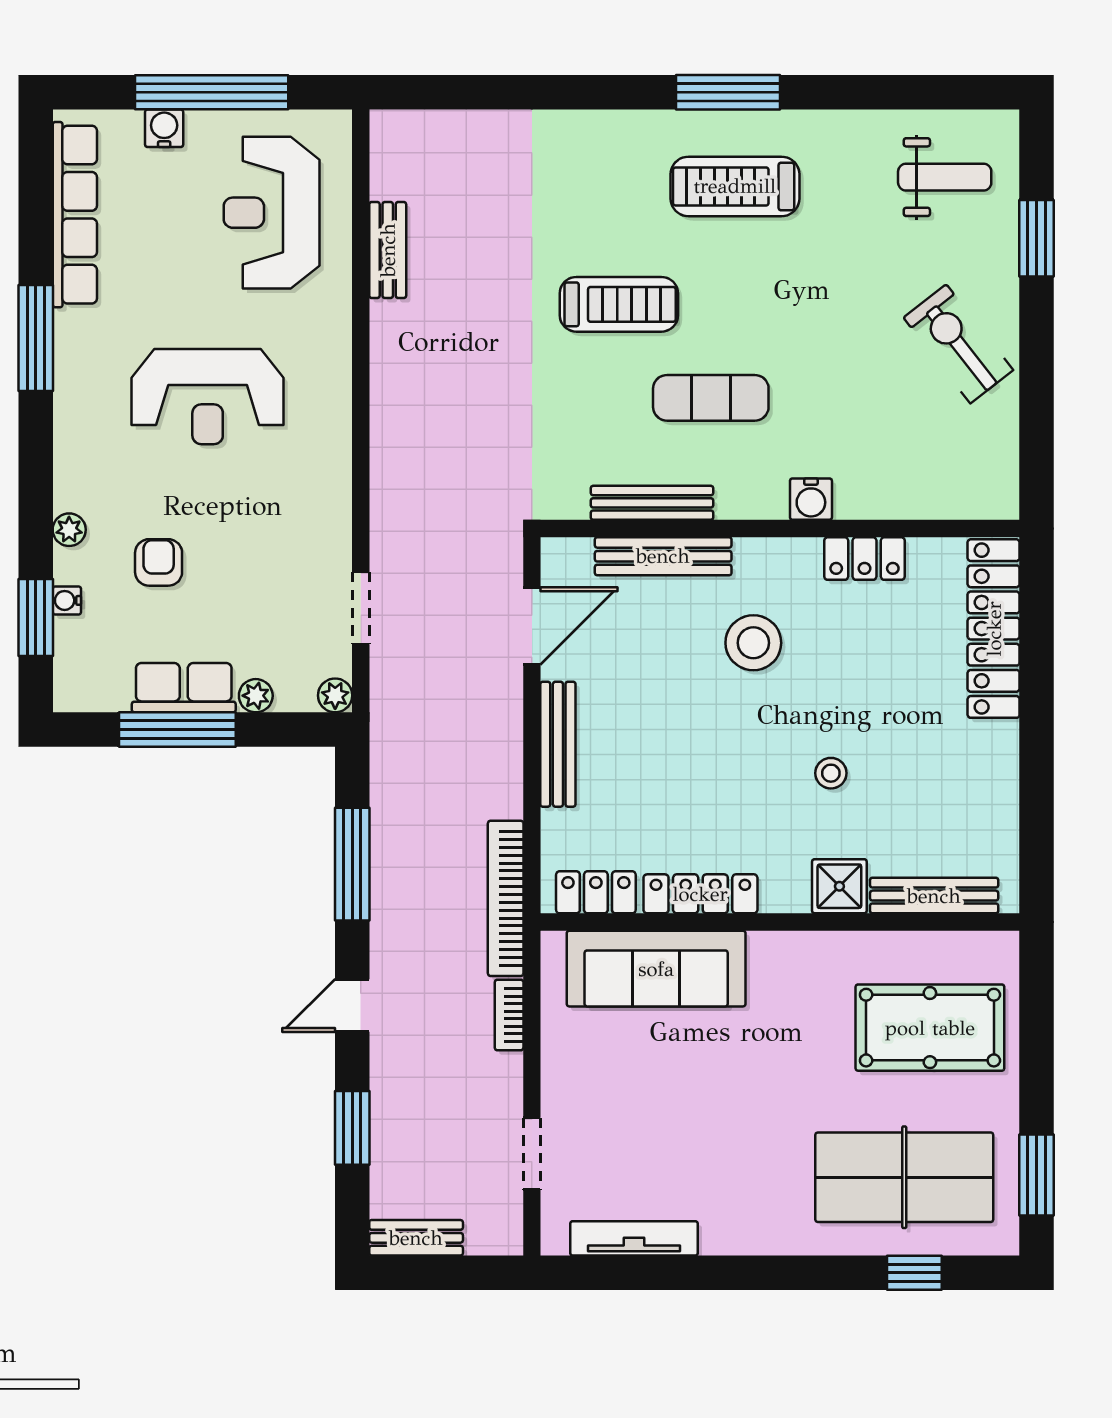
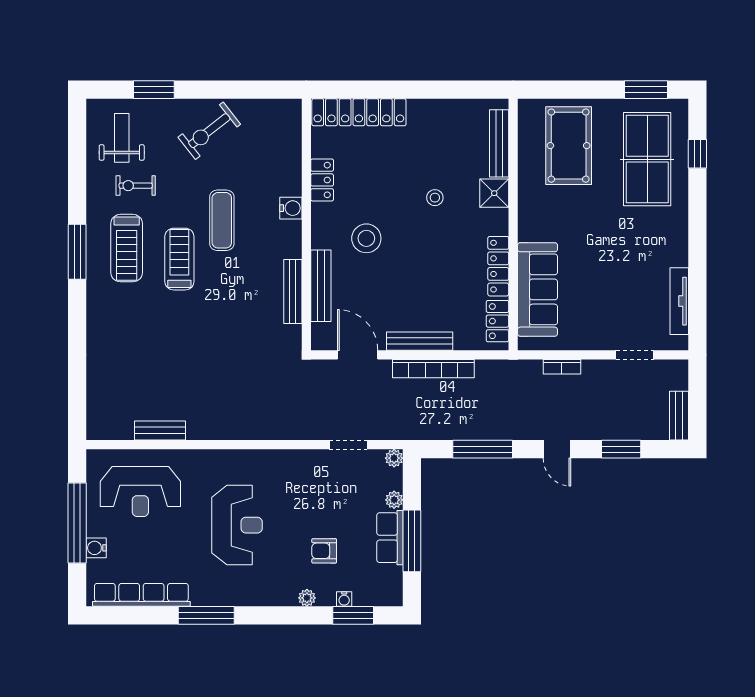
exercise bike: (854, 204) -> (136, 186), added
treadmill: (619, 304) -> (179, 259), moved
exercise mat: (711, 398) -> (222, 220), moved
bookcase: (506, 898) -> (433, 369), moved

